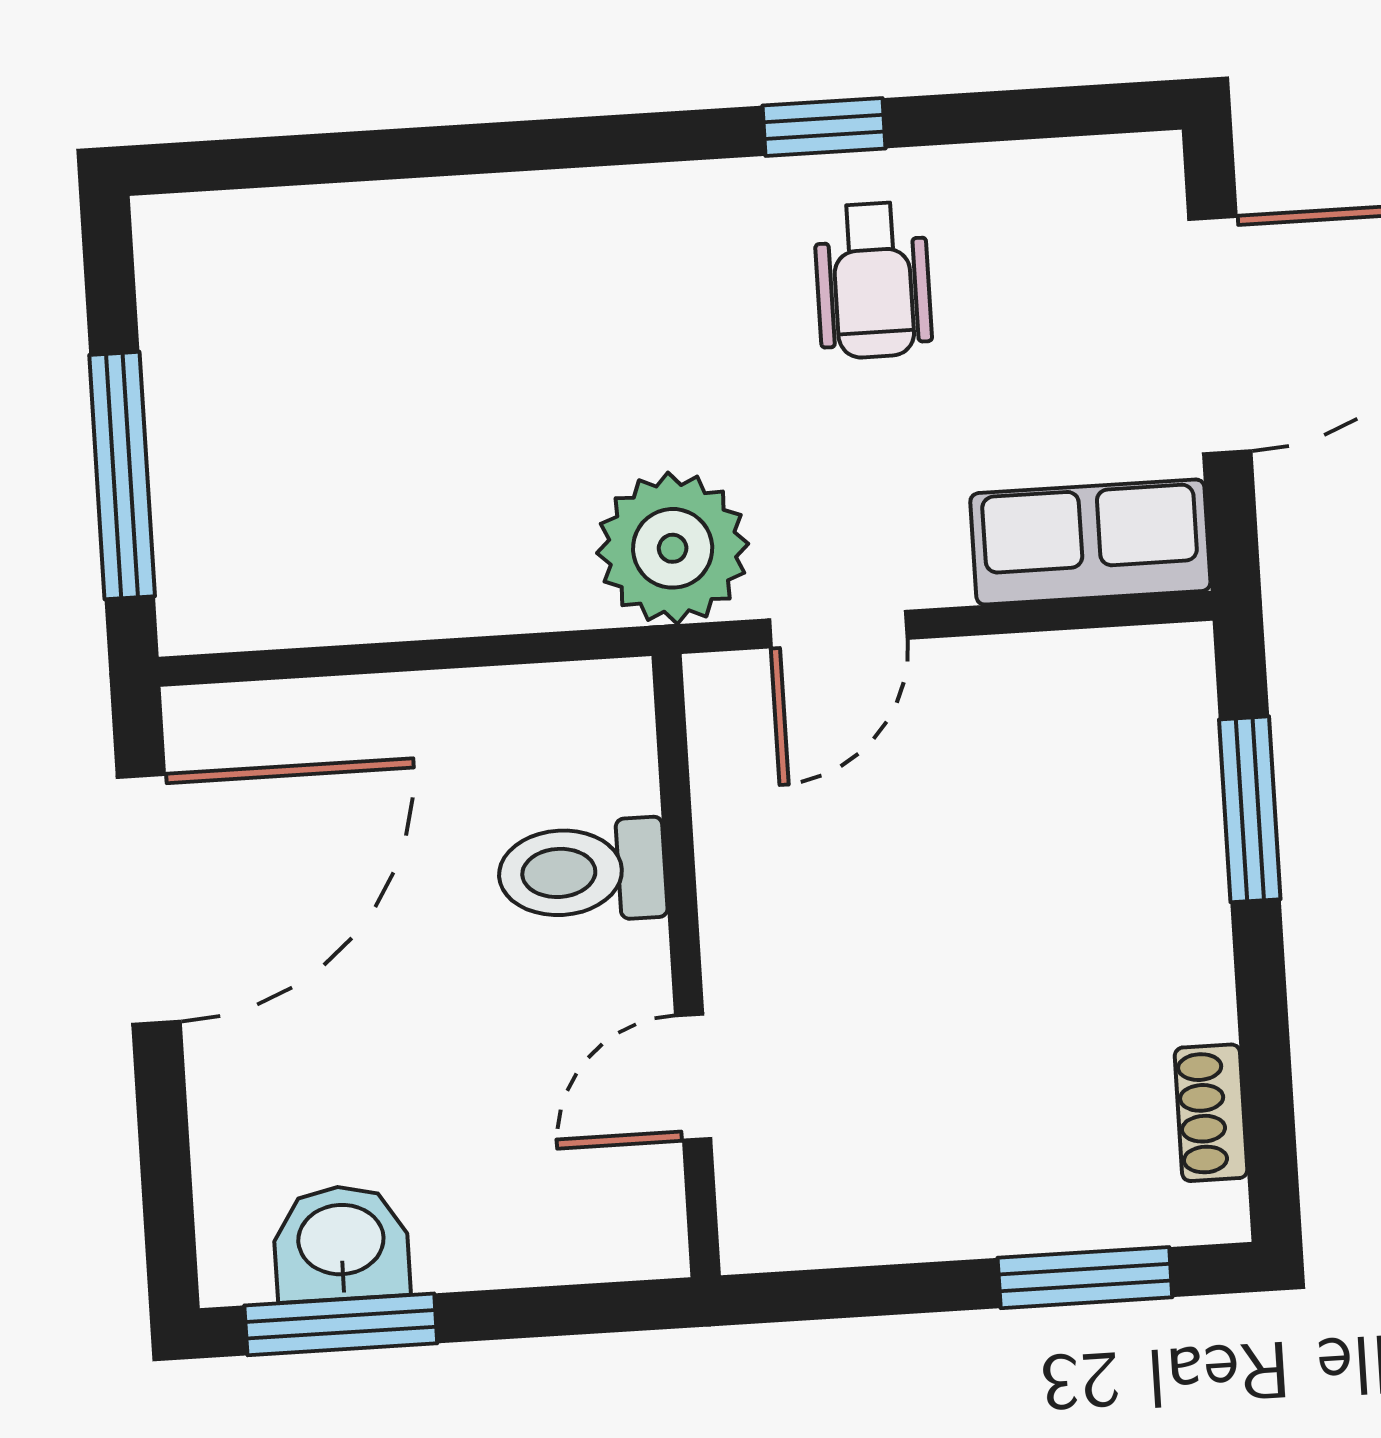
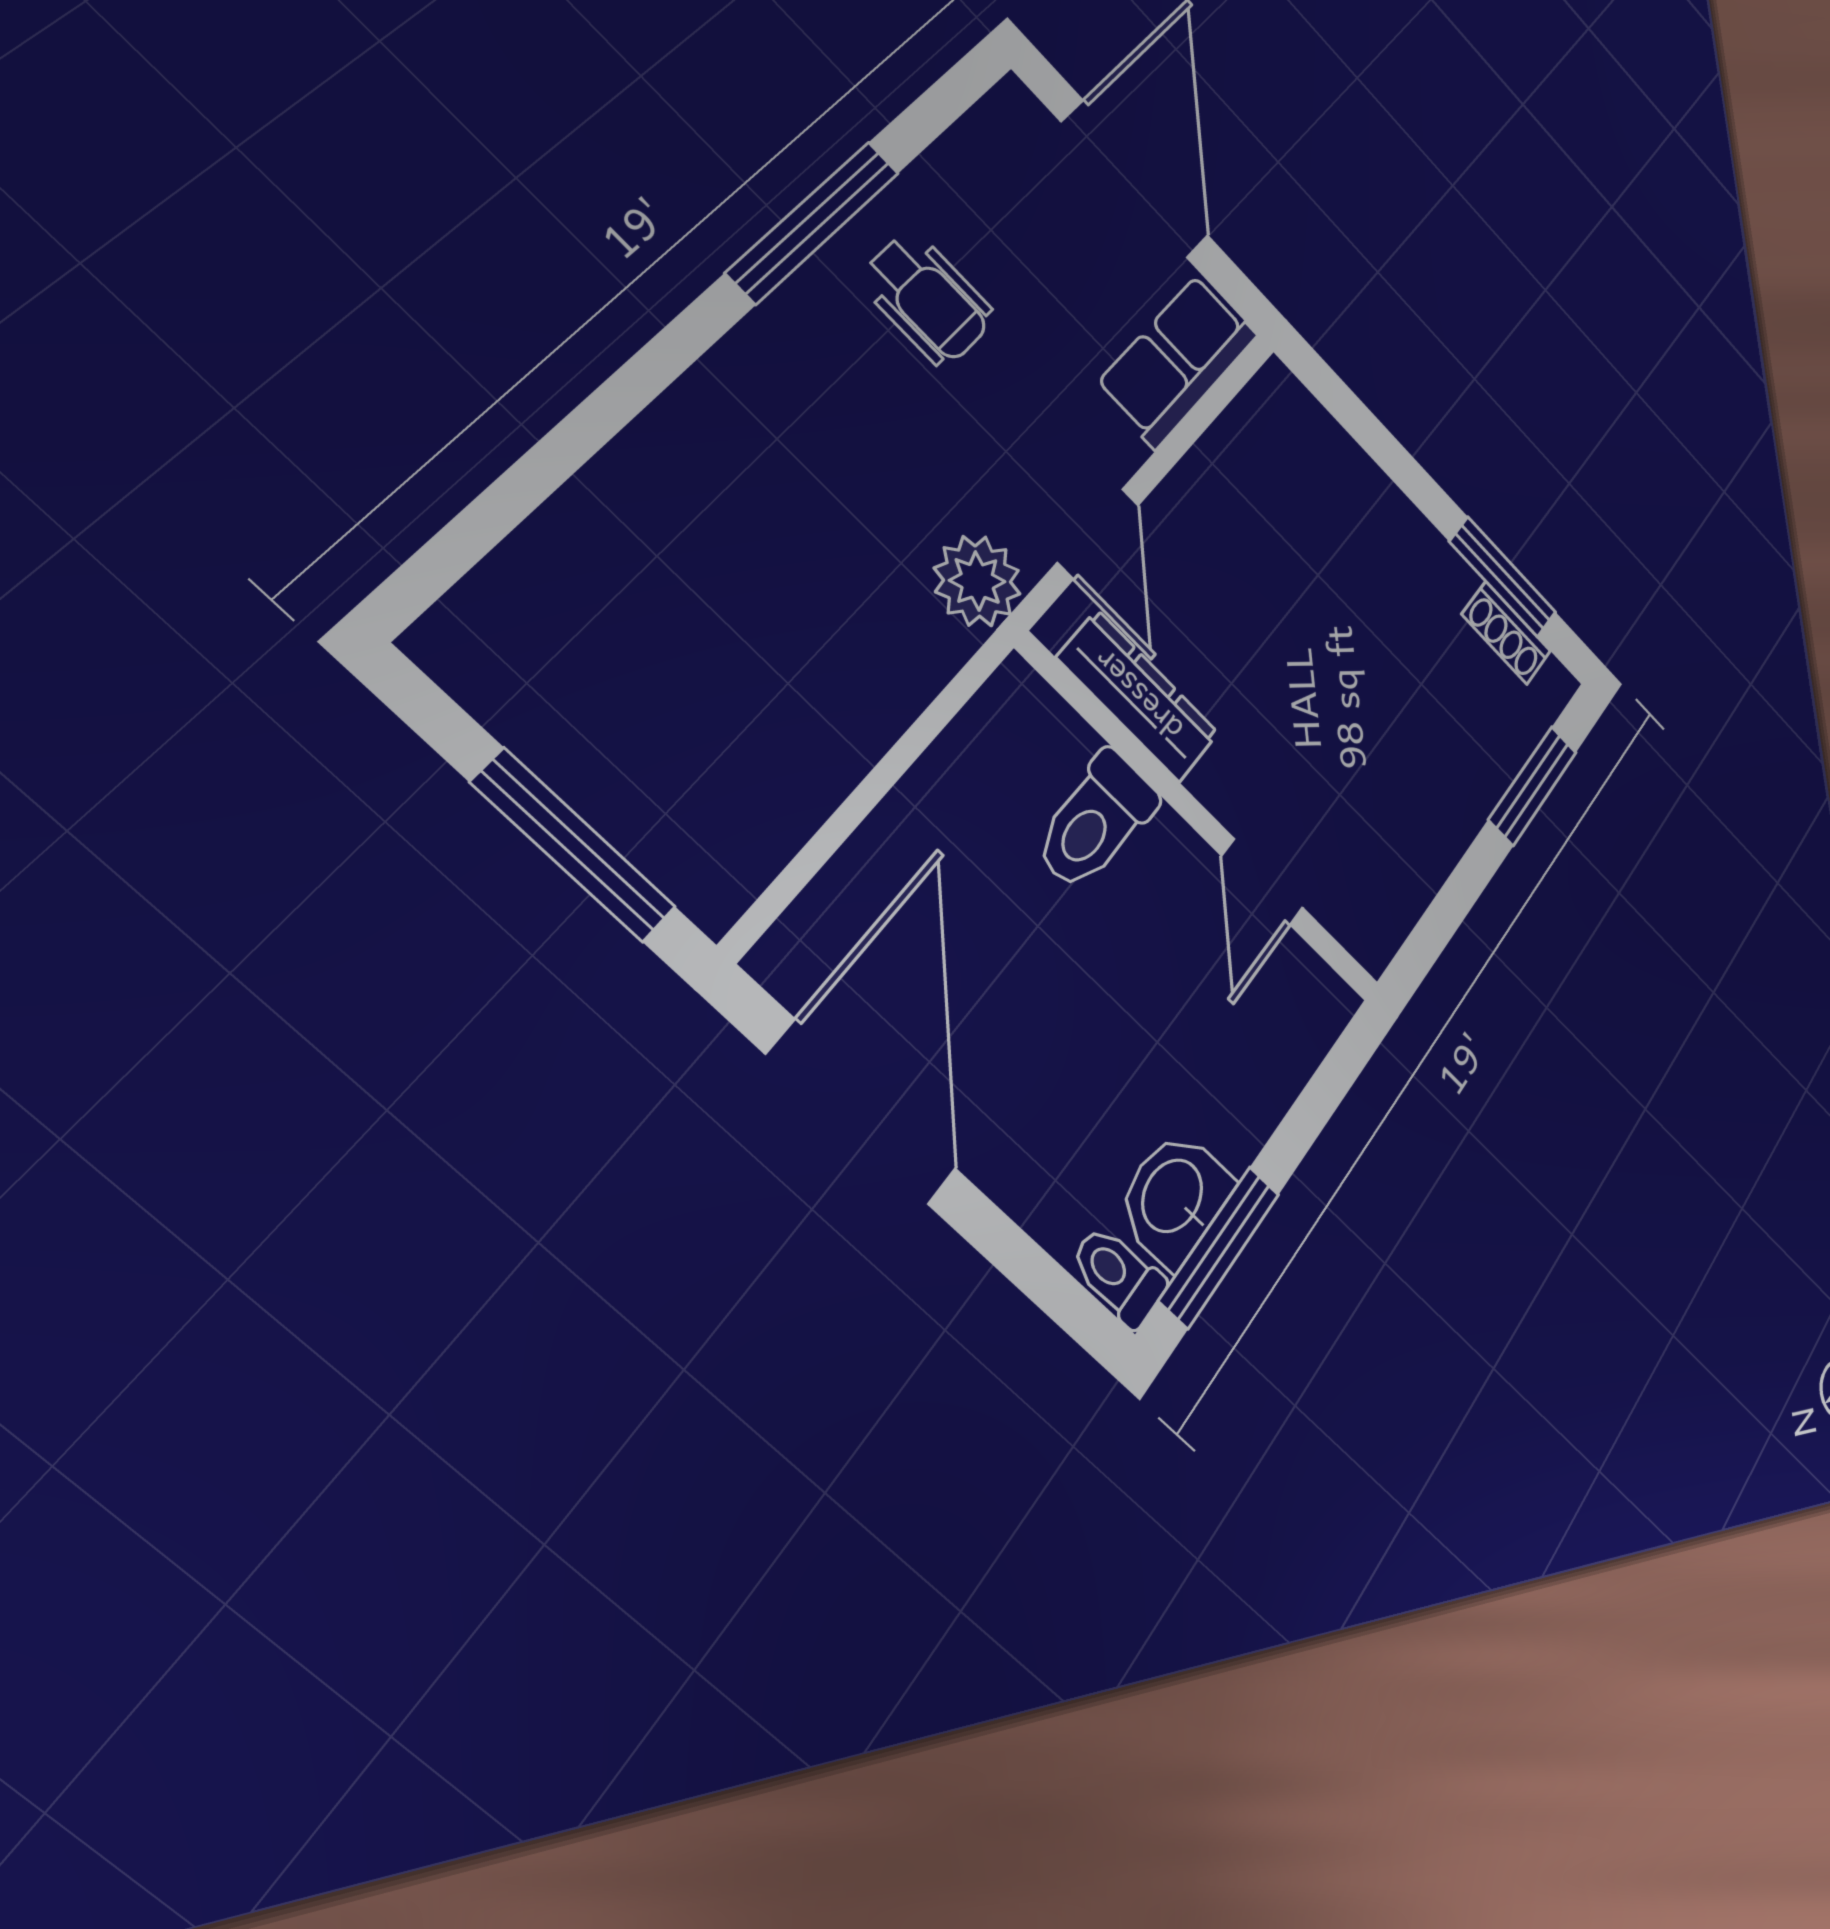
window: (824, 127) -> (814, 222), width x2.17
plant: (673, 548) -> (977, 581), width x0.73, depth x0.73
dresser: (734, 805) -> (1138, 696), added
window: (1250, 809) -> (1503, 577), moved
toilet: (231, 1248) -> (1118, 1275), added

